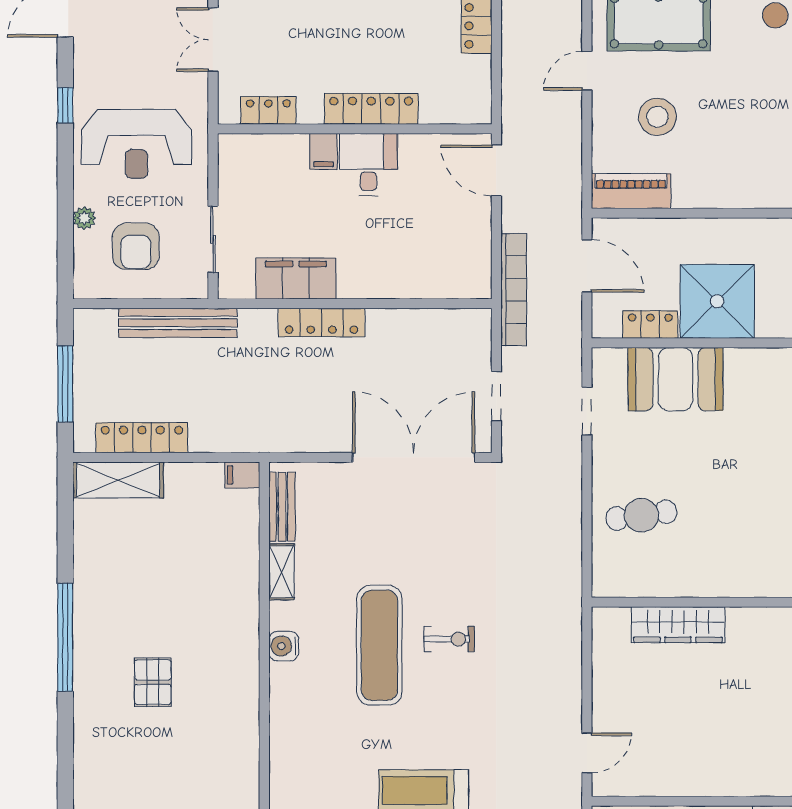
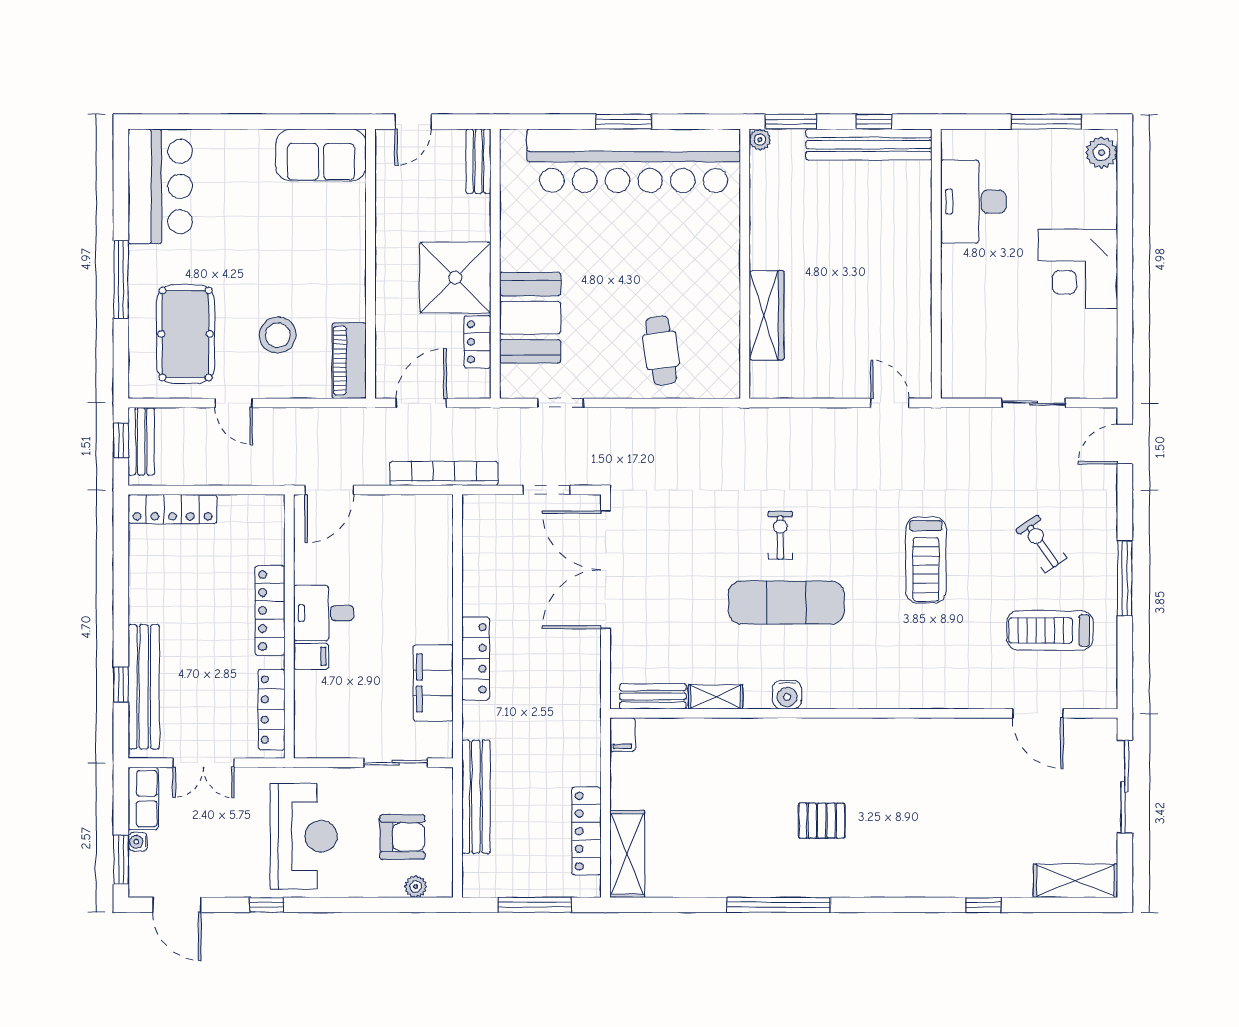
locker: (268, 110) -> (272, 709), width x1.53
plant: (84, 218) -> (416, 887), moved

